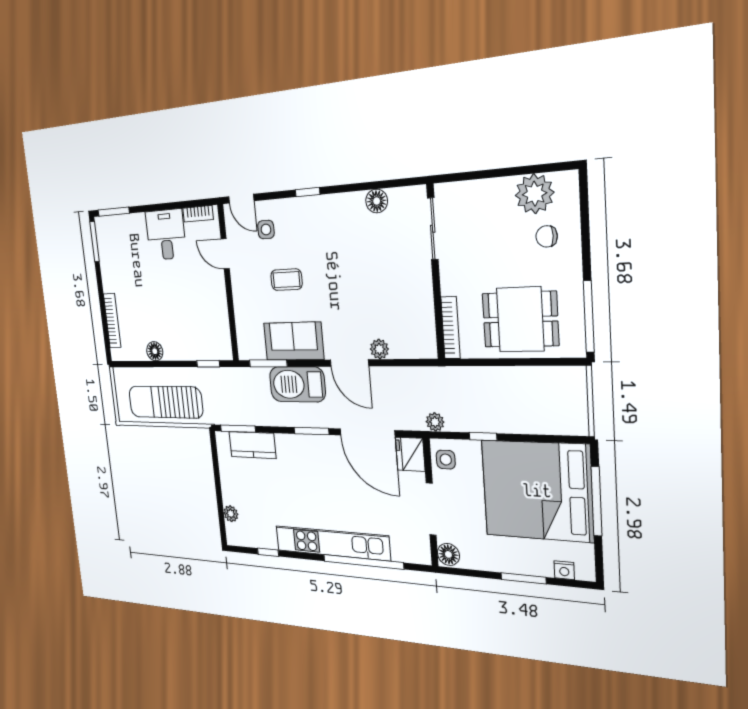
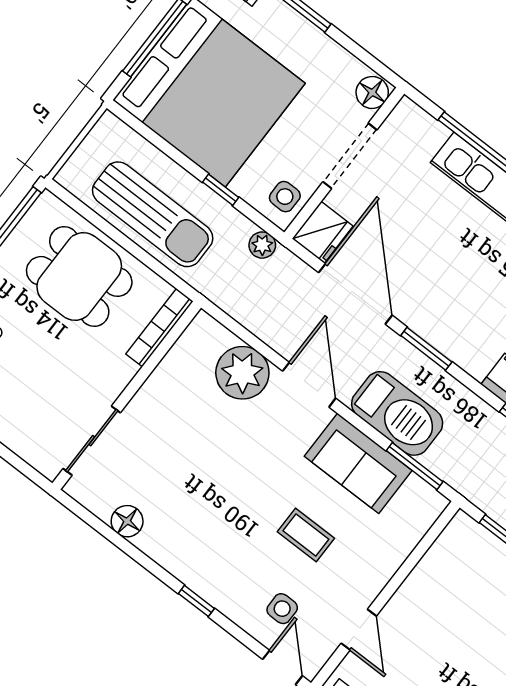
plant: (379, 349) -> (242, 373), width x1.87, depth x1.87
sun lounger: (509, 392) -> (153, 214), added

